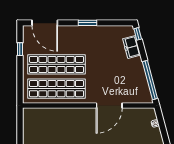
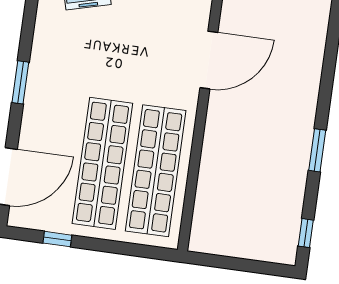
door: (109, 105) -> (209, 60), hinge flipped

